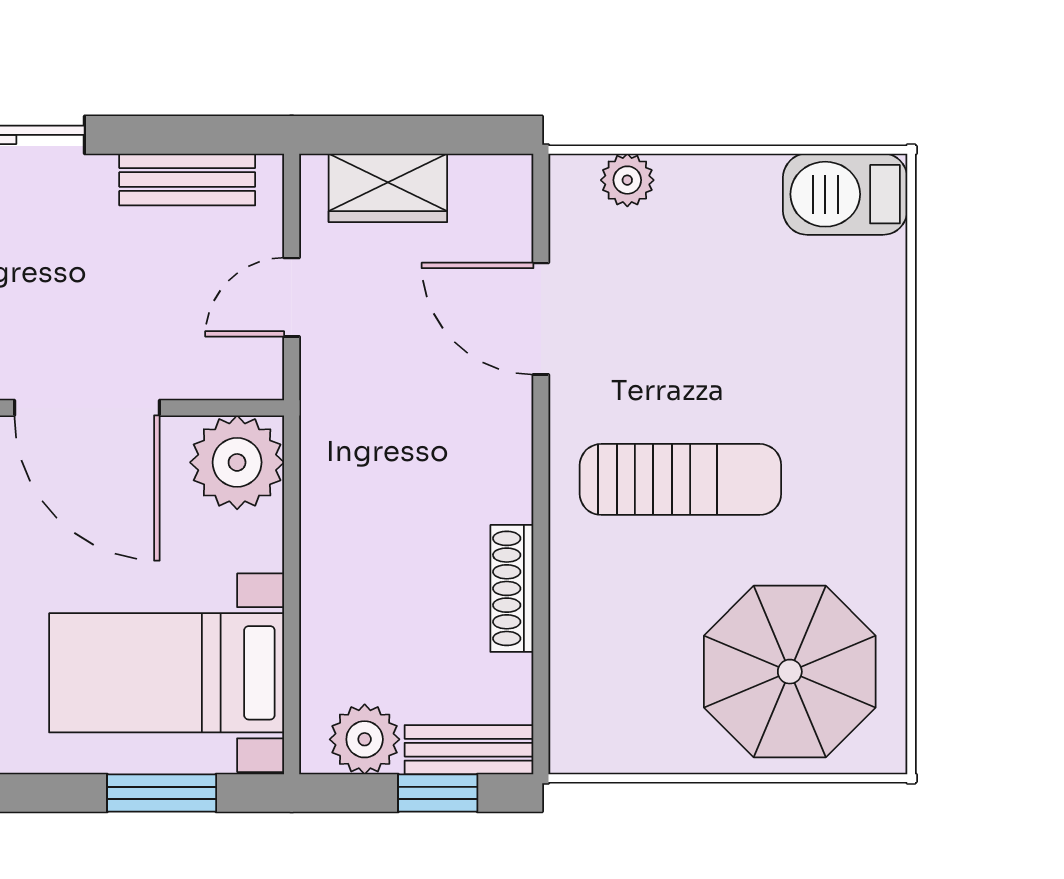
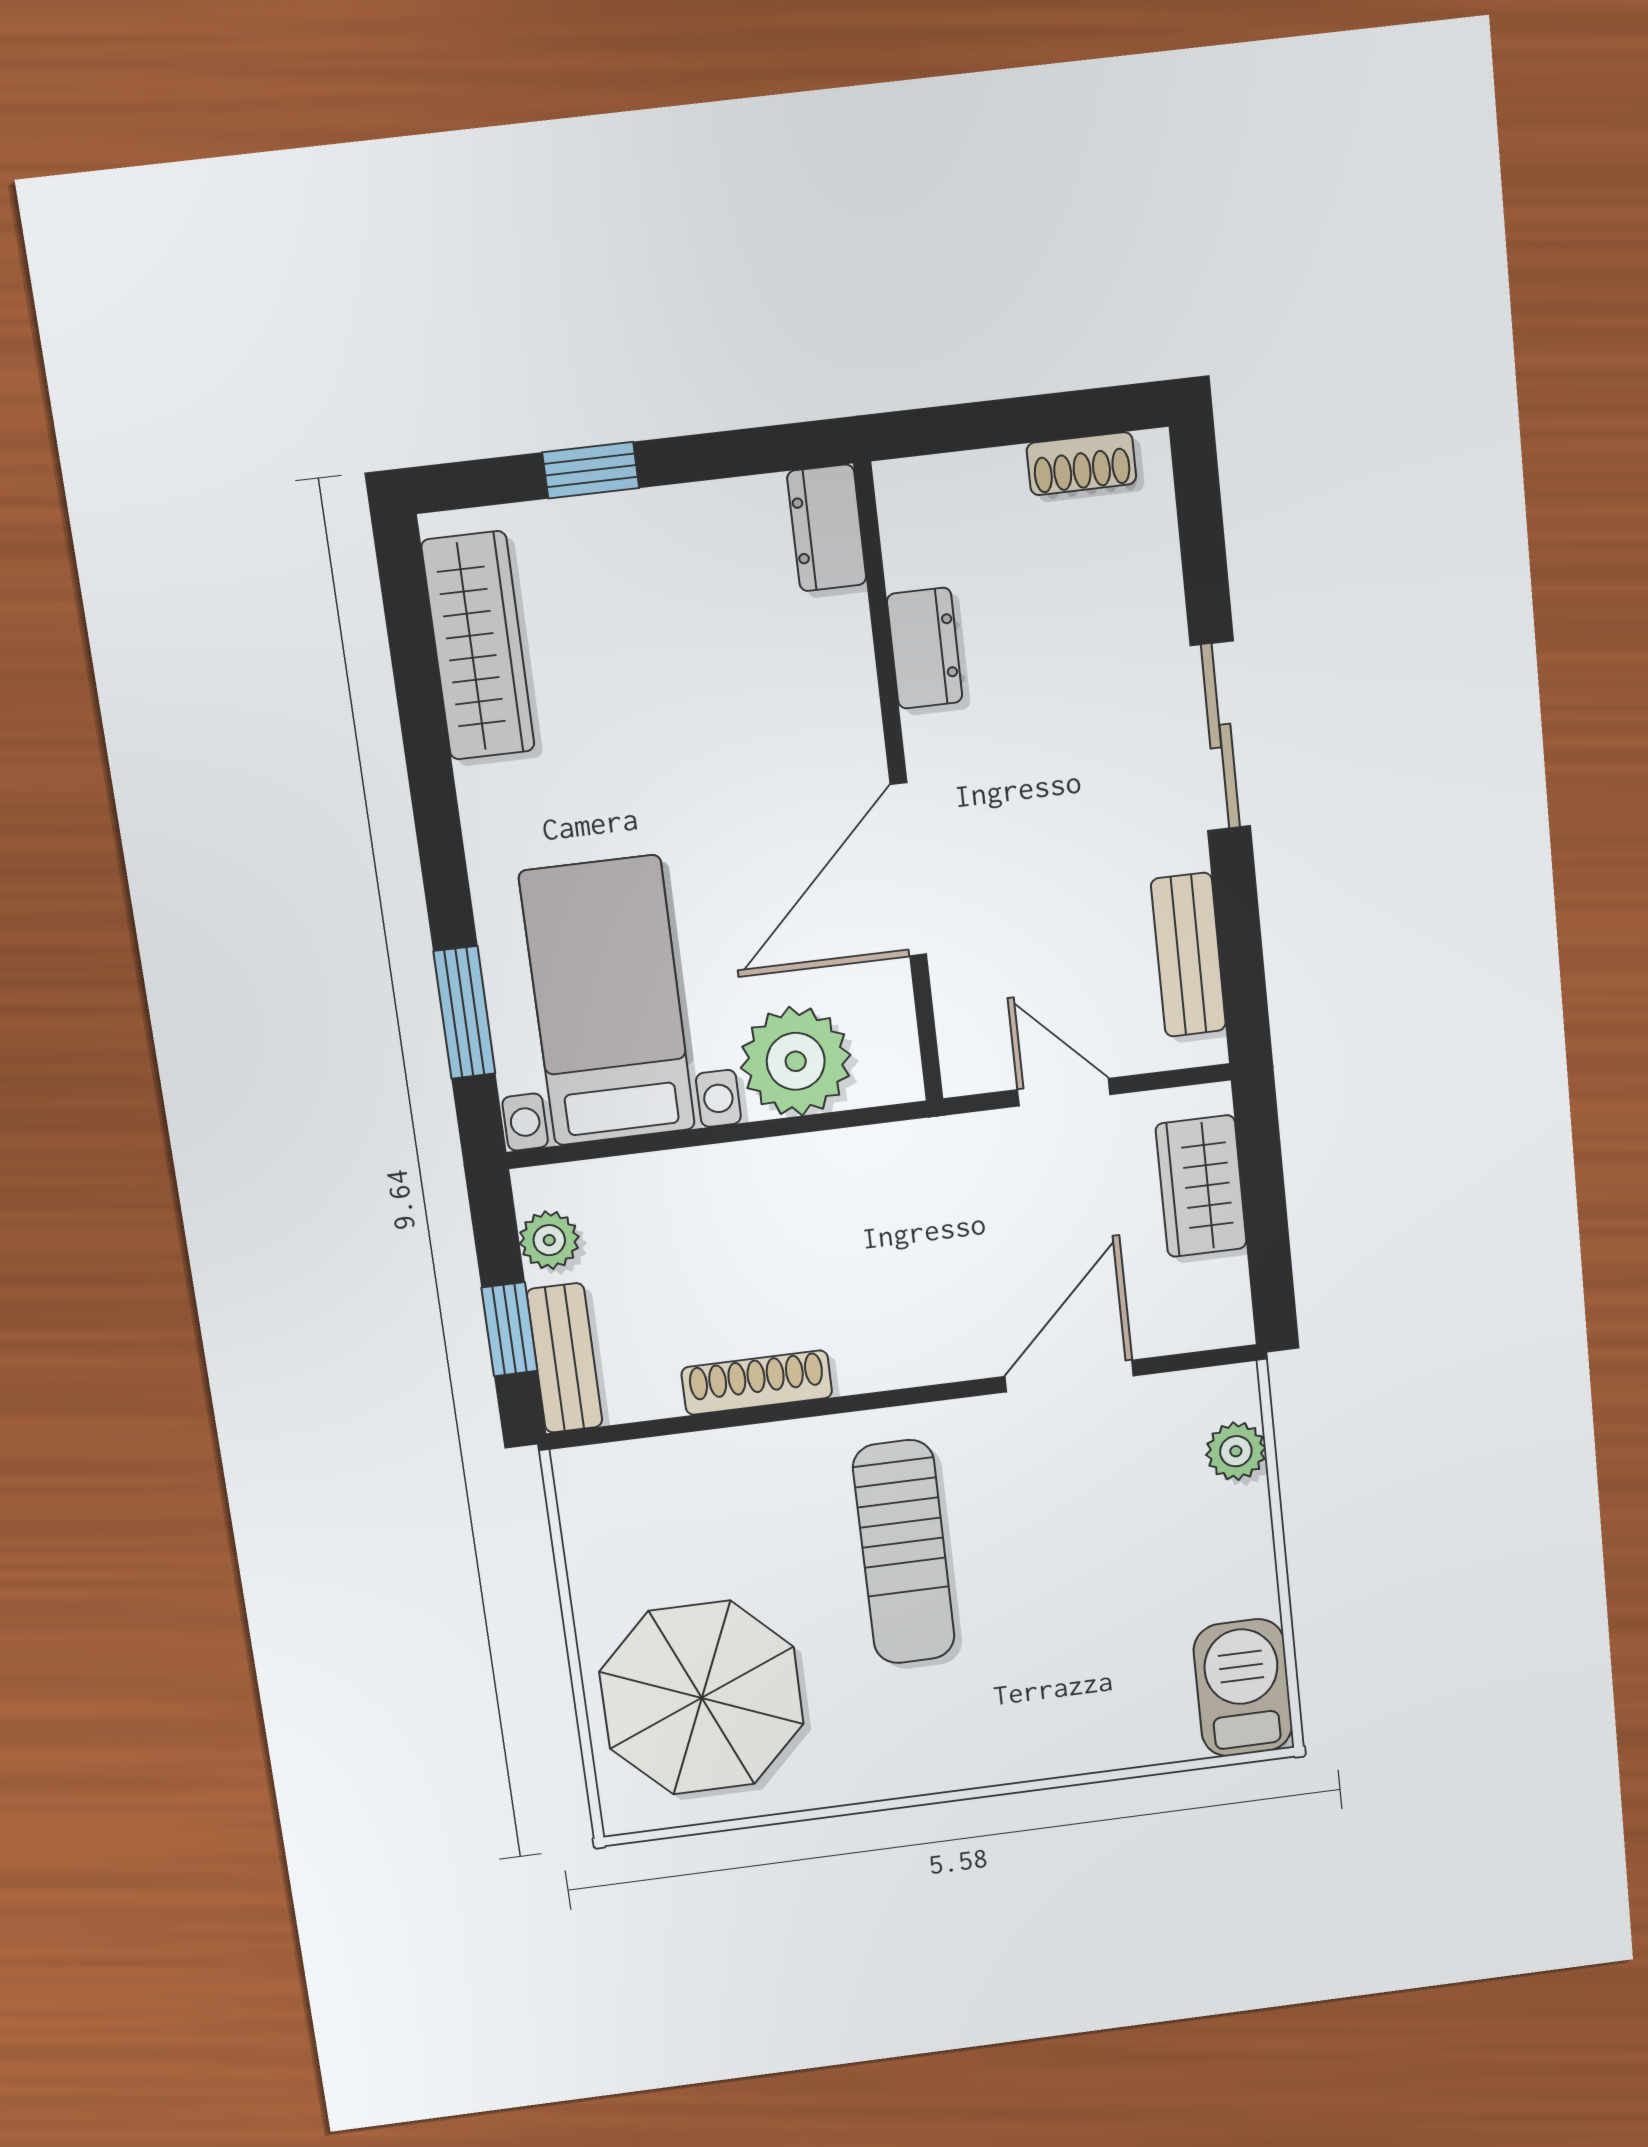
plant: (237, 462) -> (796, 1061), moved
plant: (365, 739) -> (549, 1240), width x0.73, depth x0.73

